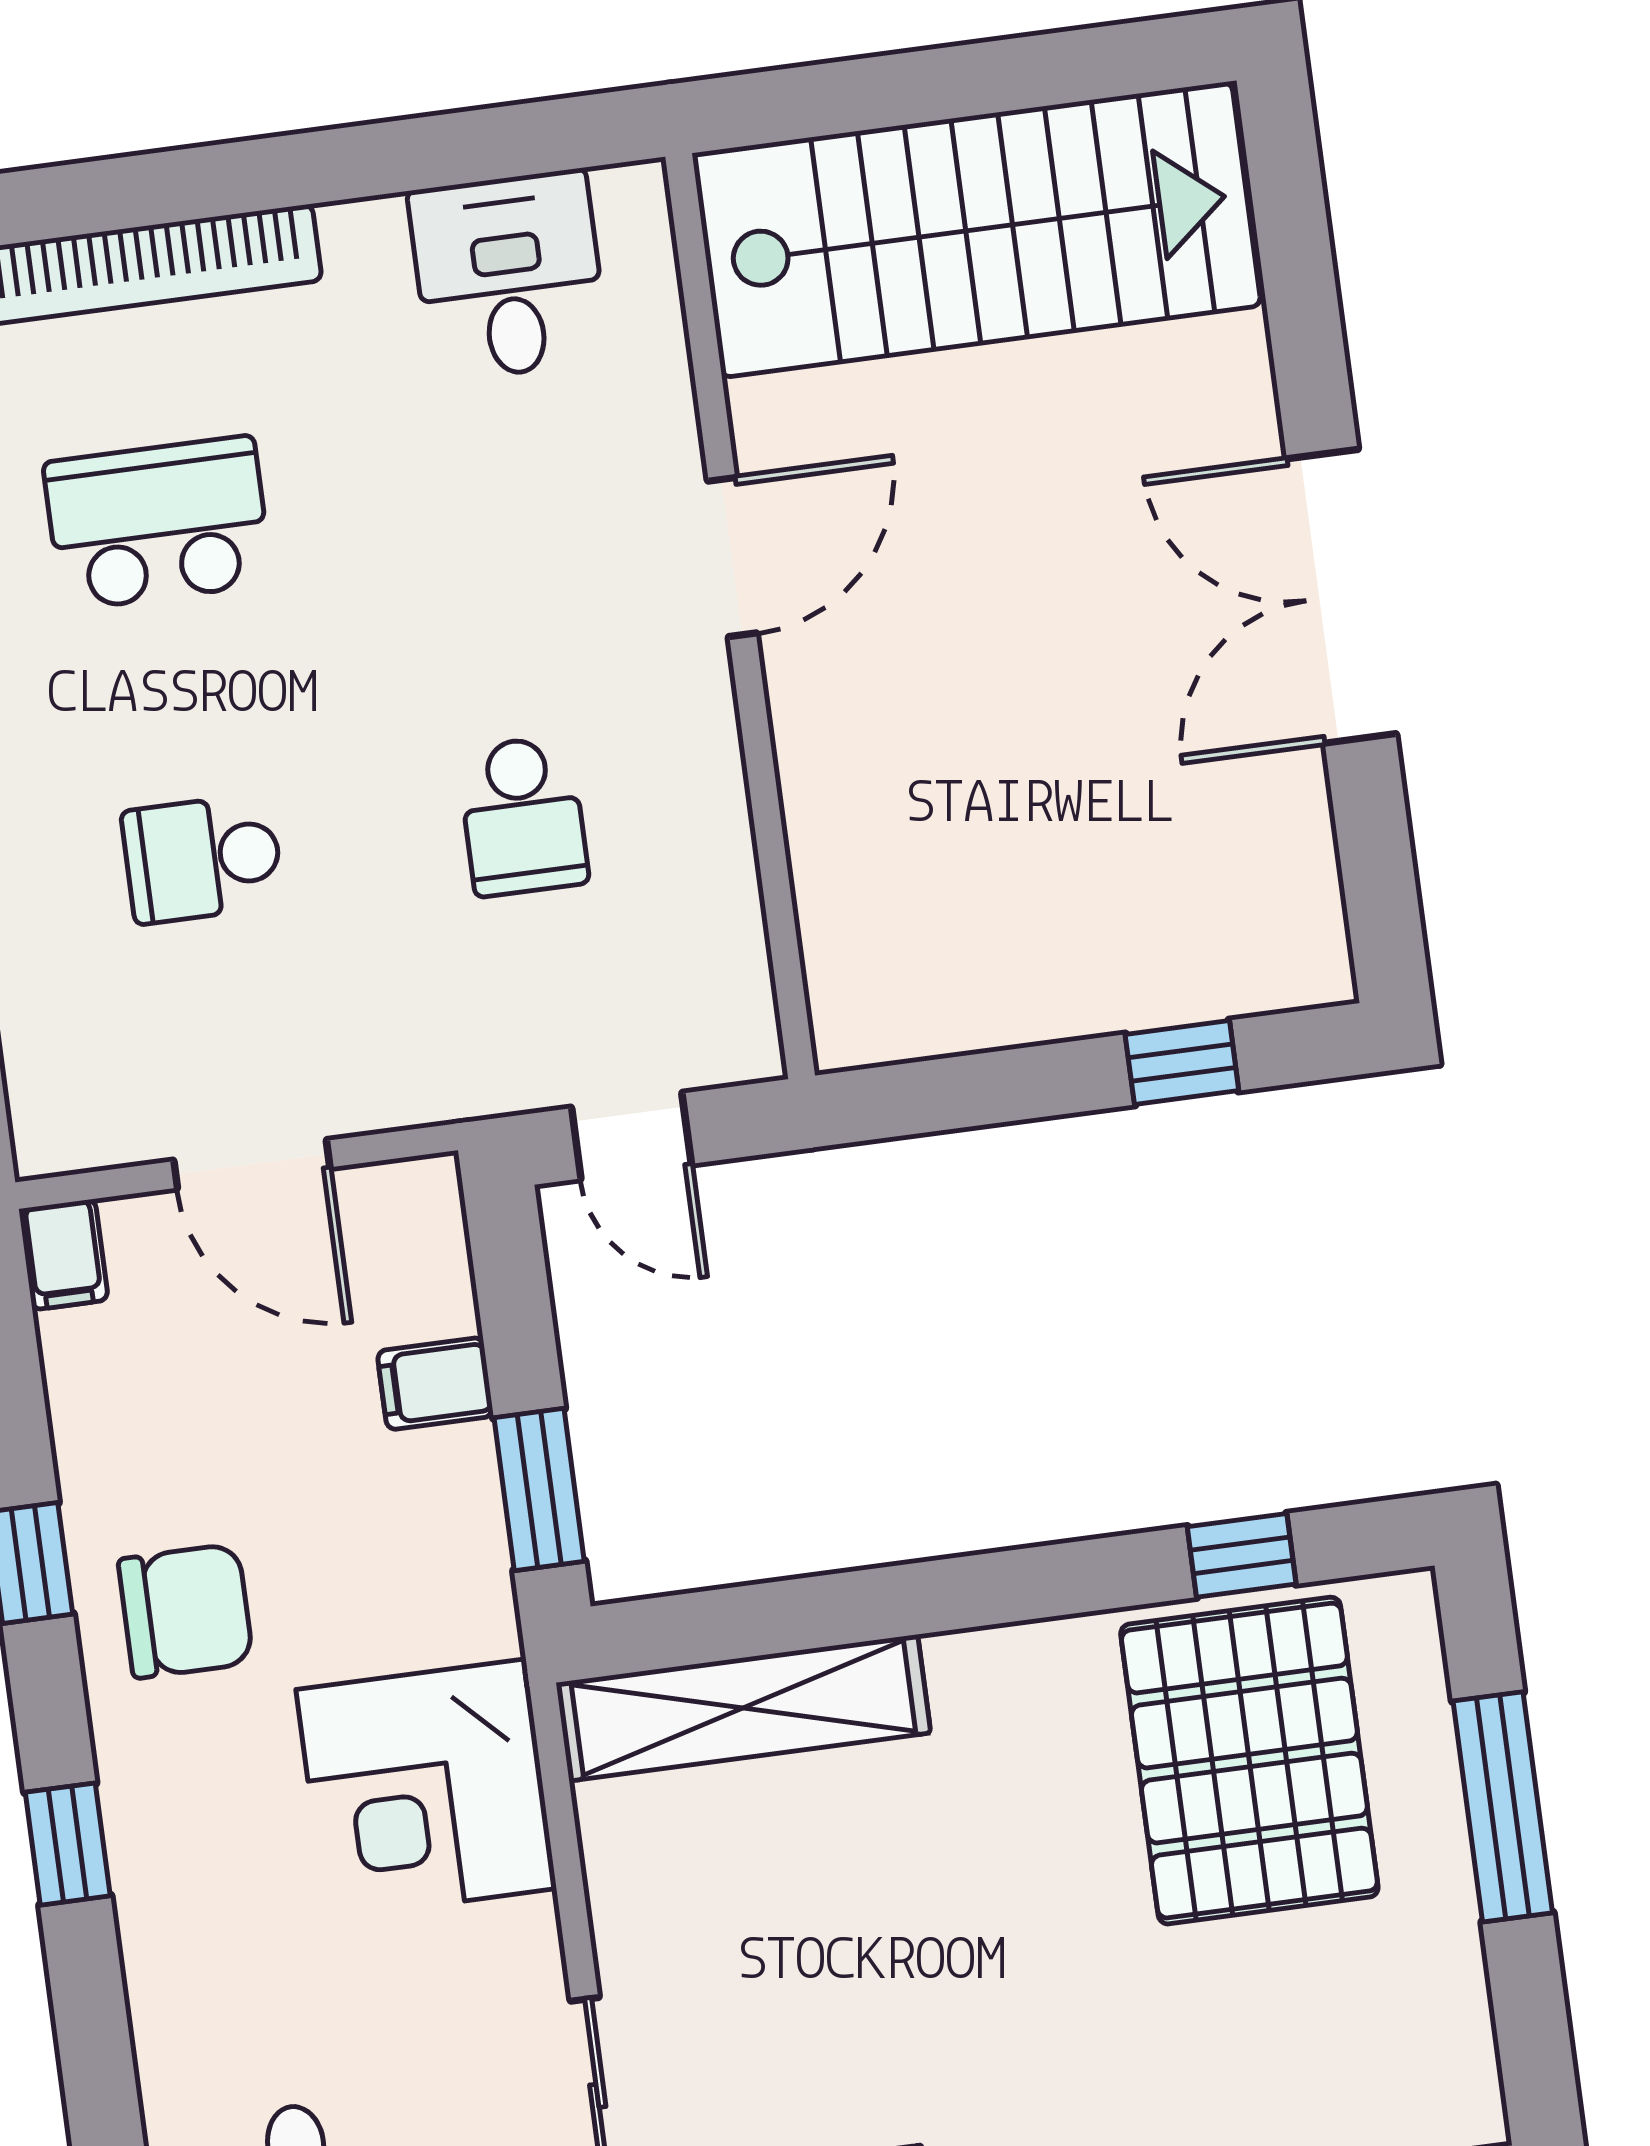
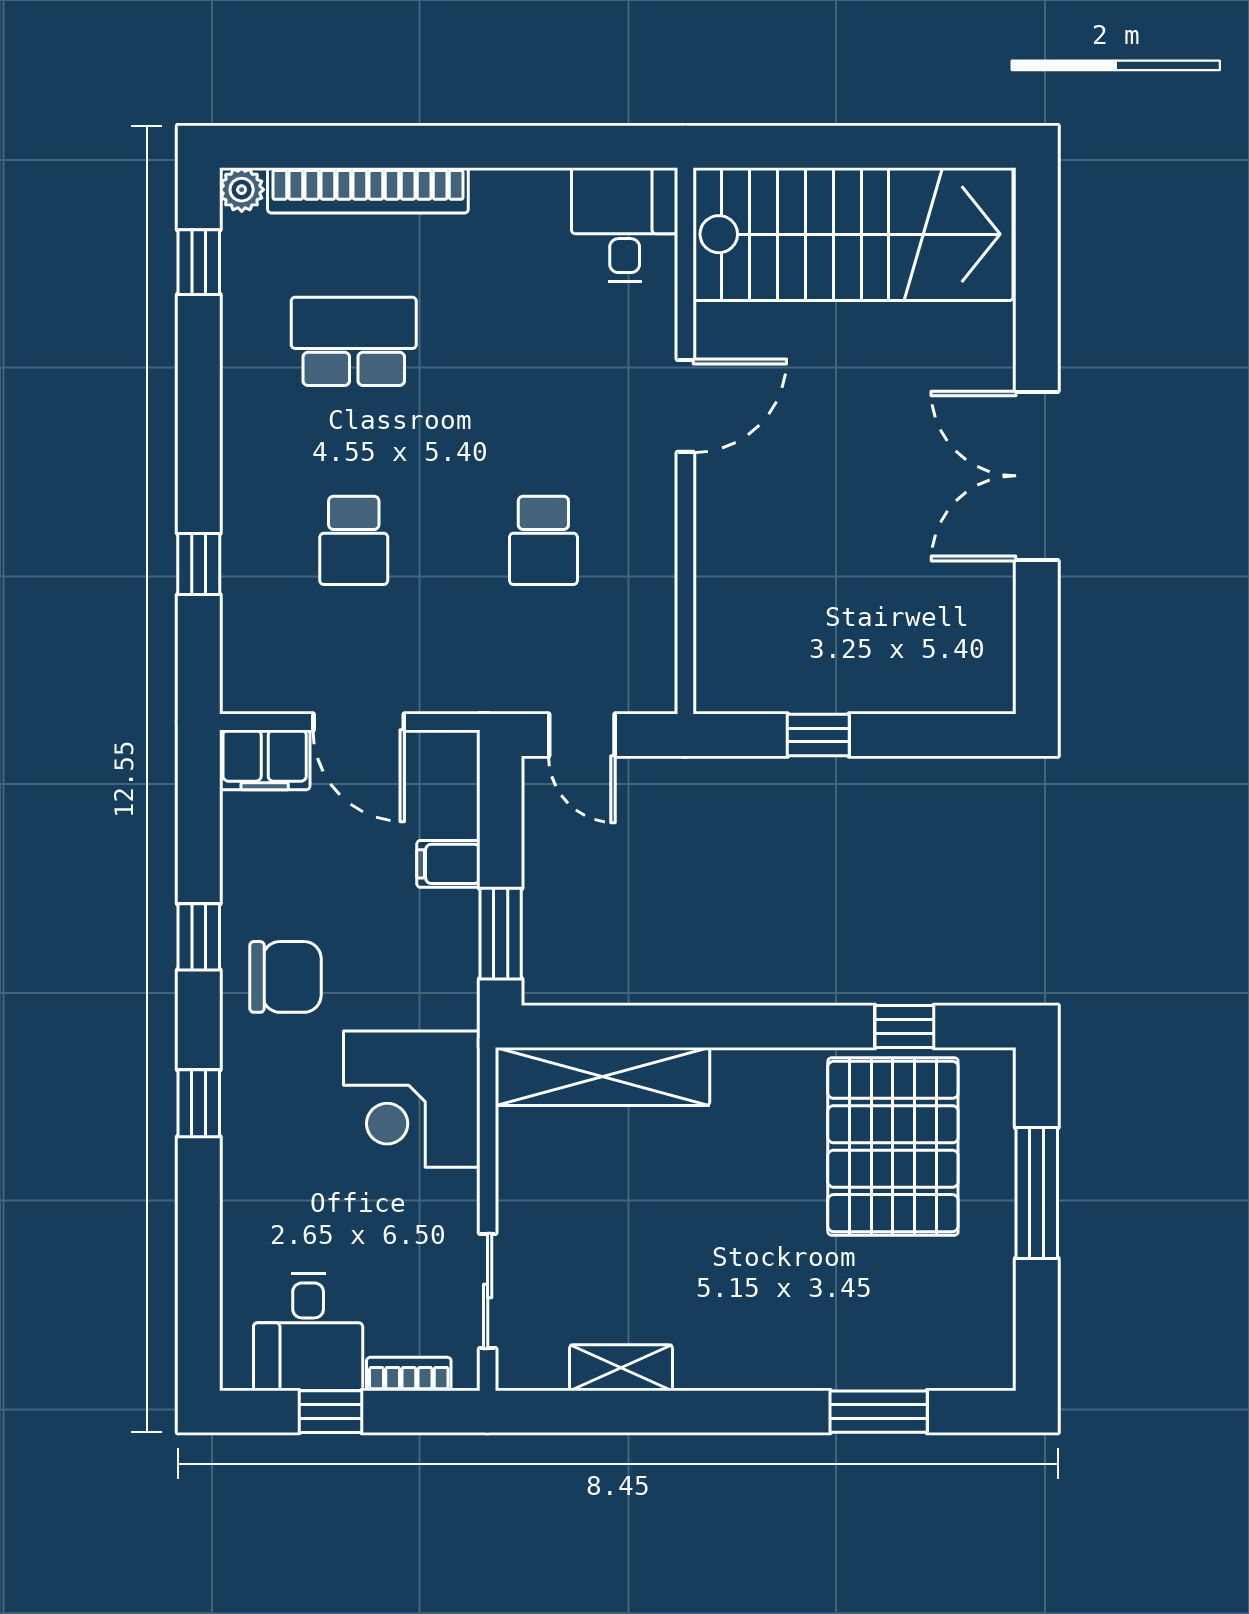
desk: (509, 276) -> (625, 225), moved
school desk: (203, 859) -> (354, 540), turned -90
window: (1182, 1063) -> (818, 735), moved
filing cabinet: (64, 1254) -> (265, 760), width x2.00

